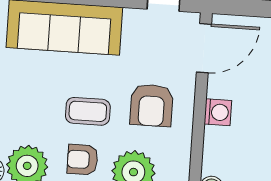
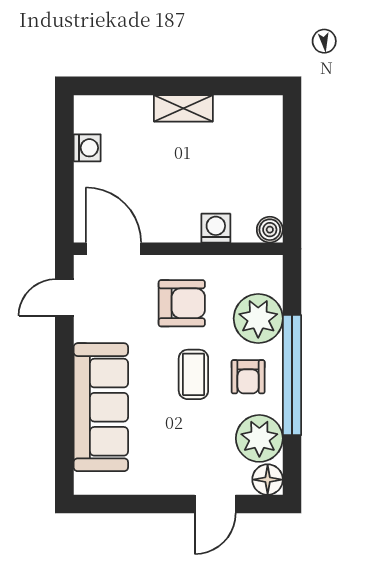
washing machine: (218, 112) -> (216, 228), moved

